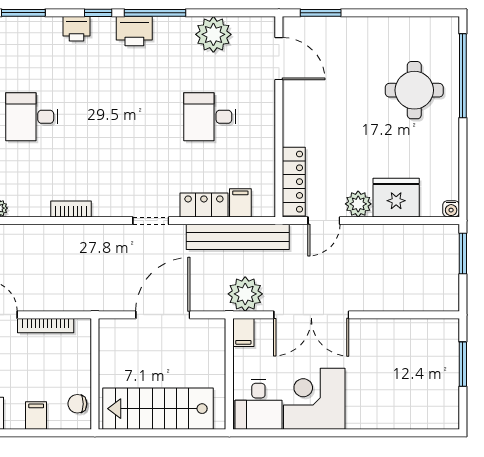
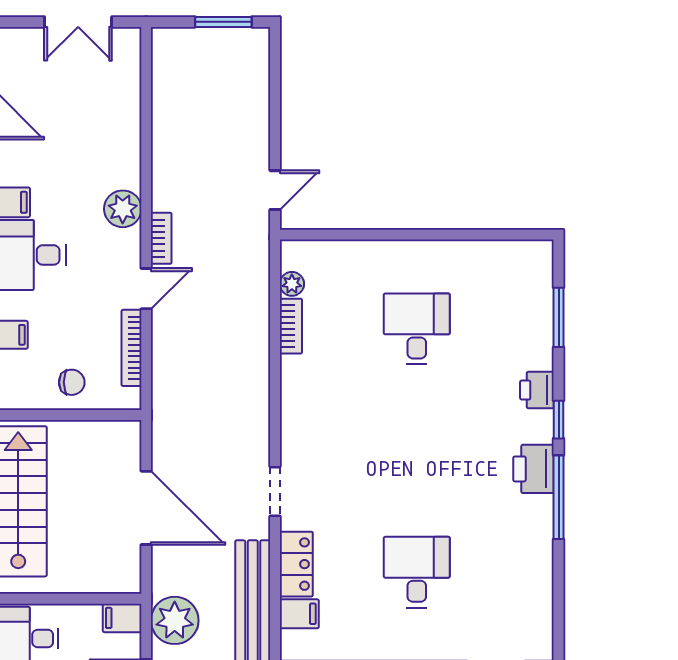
plant: (213, 34) -> (529, 577), removed
bookcase: (71, 209) -> (291, 326), moved
chair: (77, 404) -> (72, 382), moved, turned 90

